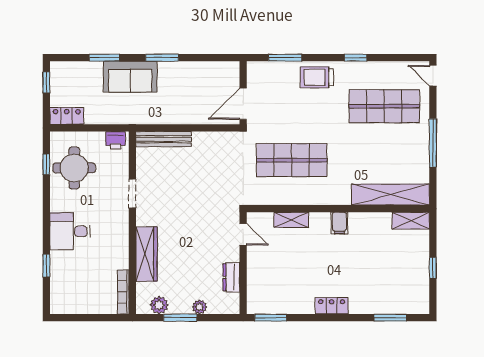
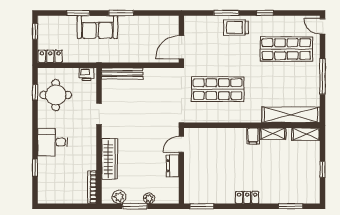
window: (285, 58) -> (226, 13), moved
shelving: (291, 220) -> (273, 134), moved
door: (243, 234) -> (181, 144), swing flipped
dresser: (231, 277) -> (173, 166), moved

